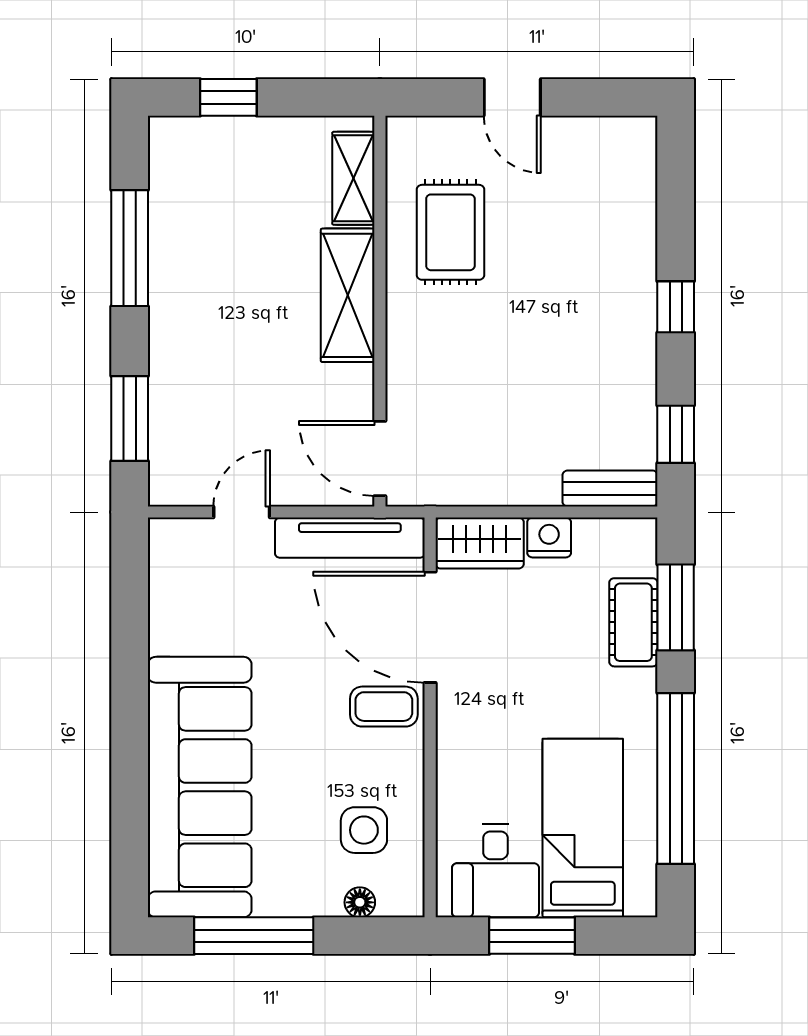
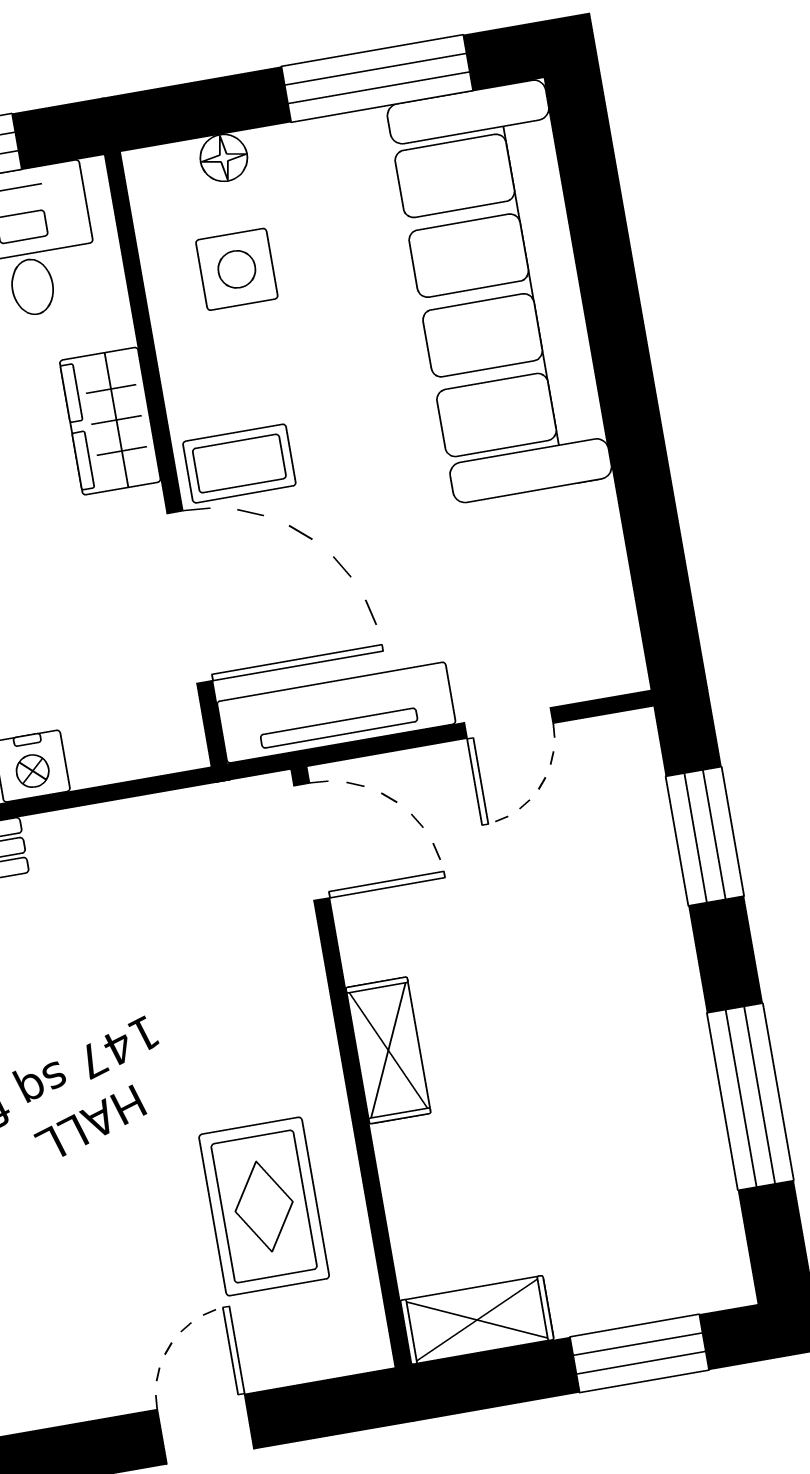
window: (228, 97) -> (639, 1353), width x1.50
door: (512, 97) -> (206, 1429), hinge flipped
shelving: (353, 178) -> (477, 1320), moved, turned 90
shelving: (348, 295) -> (388, 1050), width x0.67, depth x0.75
wardrobe: (480, 543) -> (110, 421), moved, turned -90

